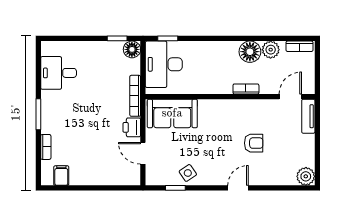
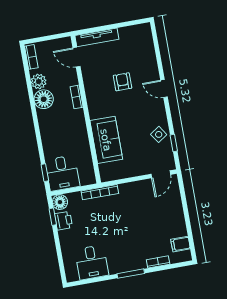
desk: (164, 64) -> (62, 173), width x0.73
sofa: (172, 113) -> (106, 140), moved
tv unit: (308, 116) -> (97, 37), width x1.41
printer: (132, 127) -> (63, 221), moved, turned -90
door: (143, 153) -> (161, 174), moved
plant: (306, 176) -> (143, 31), removed

